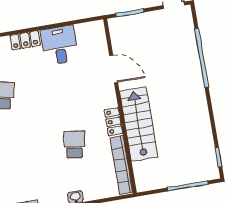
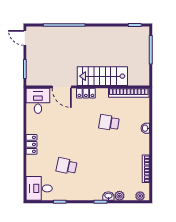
desk: (60, 45) -> (38, 101), moved, turned 90
door: (114, 69) -> (62, 87), swing flipped
locker: (113, 122) -> (86, 93), moved

